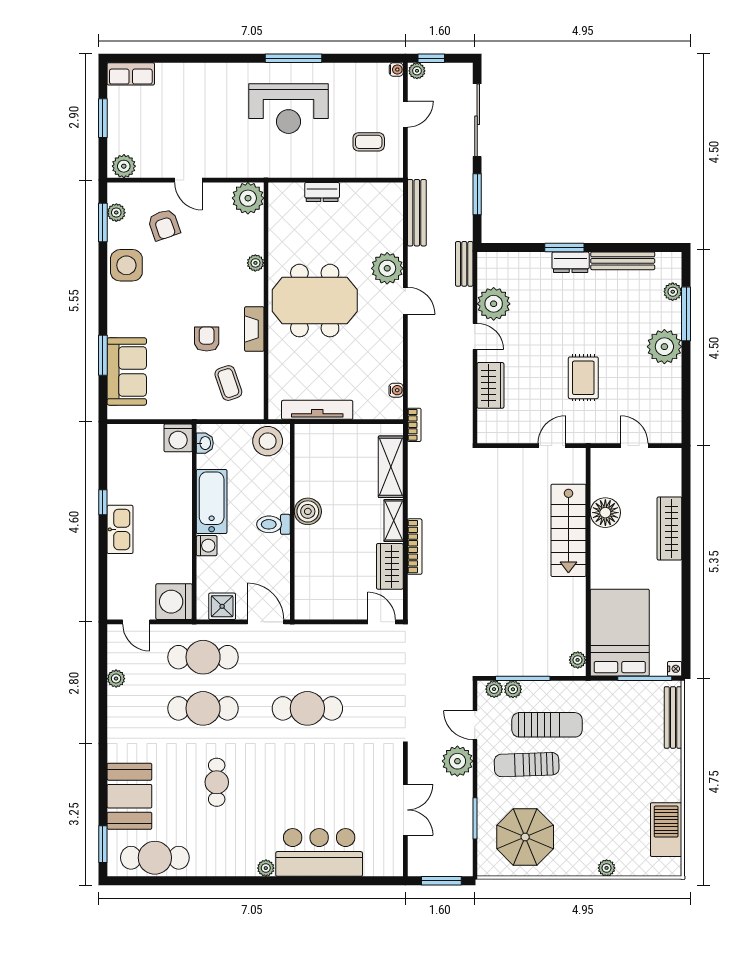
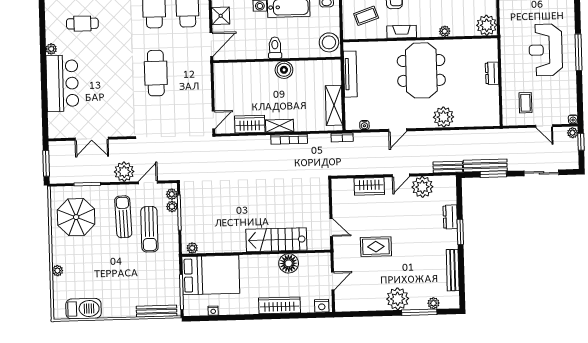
sliding door: (477, 120) -> (541, 173), width x0.73
bench: (417, 213) -> (485, 166), moved
dresser: (571, 262) -> (450, 217), moved
door: (405, 301) -> (398, 130), moved
nightstand: (672, 464) -> (322, 306), added
shelving: (391, 467) -> (334, 105), moved, turned 90
bookcase: (415, 547) -> (289, 139), moved
nightstand: (675, 669) -> (213, 311), moved
cafe table: (217, 782) -> (82, 24), moved

